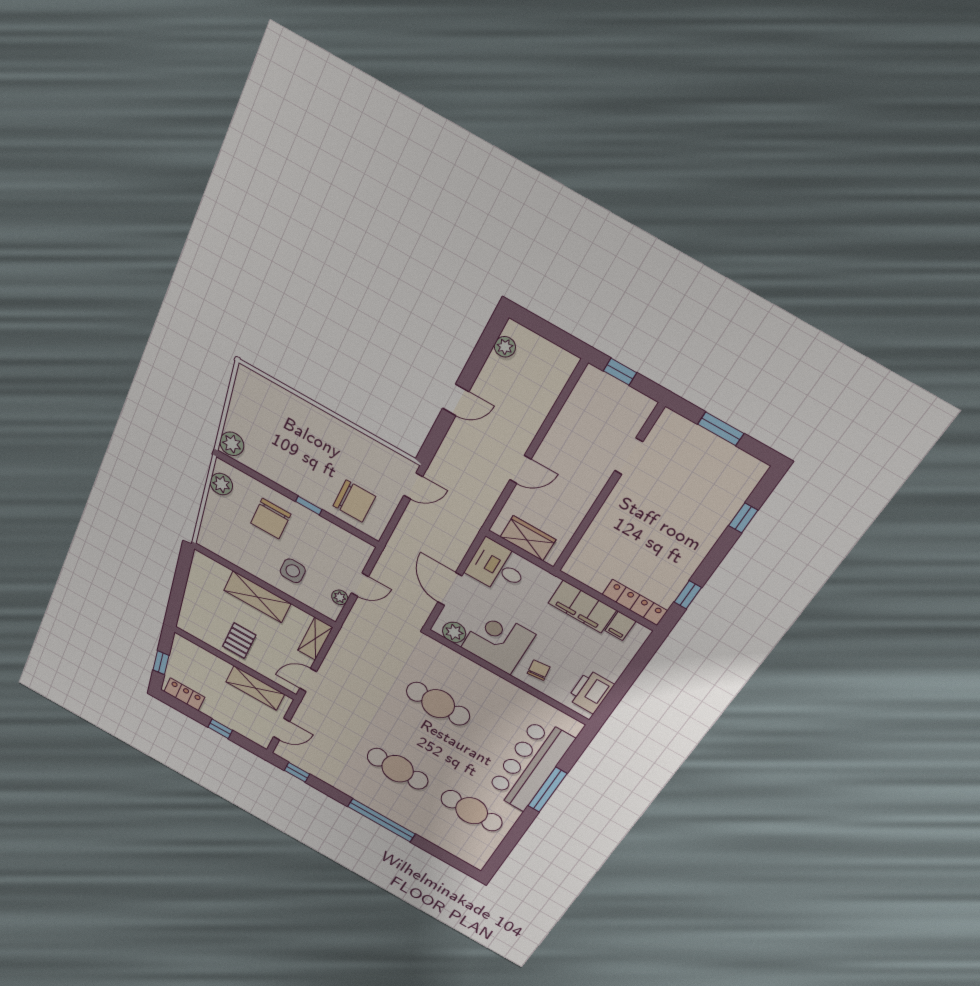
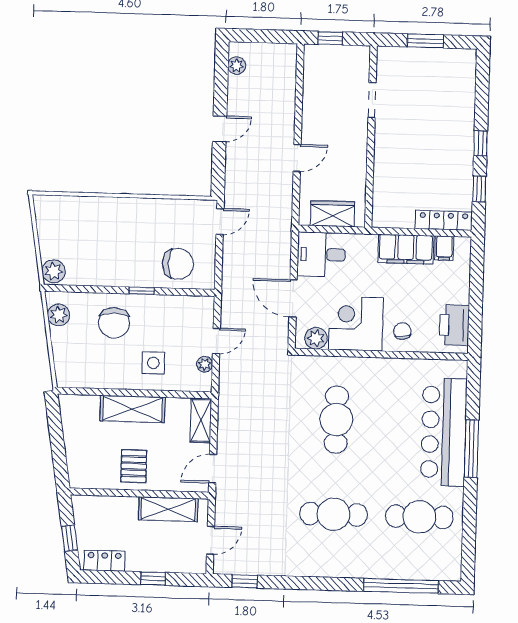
window: (743, 518) -> (481, 143), moved
cafe table: (438, 704) -> (336, 420), turned 90
window: (381, 820) -> (401, 586), moved

